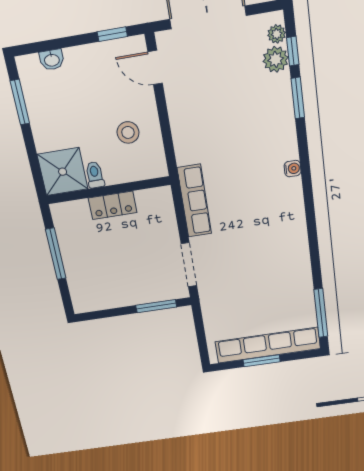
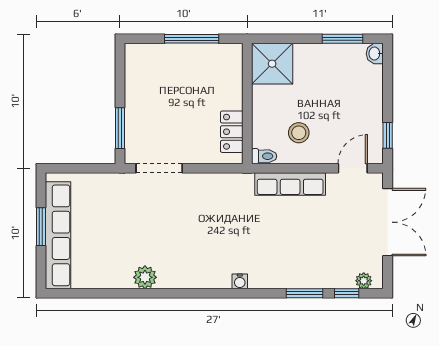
plant: (276, 59) -> (145, 277), moved
washbasin: (52, 60) -> (375, 54), moved
toilet: (95, 175) -> (264, 156), moved
row of seats: (194, 201) -> (290, 184), moved
locker: (113, 205) -> (232, 132), moved
window: (321, 313) -> (86, 293), removed

